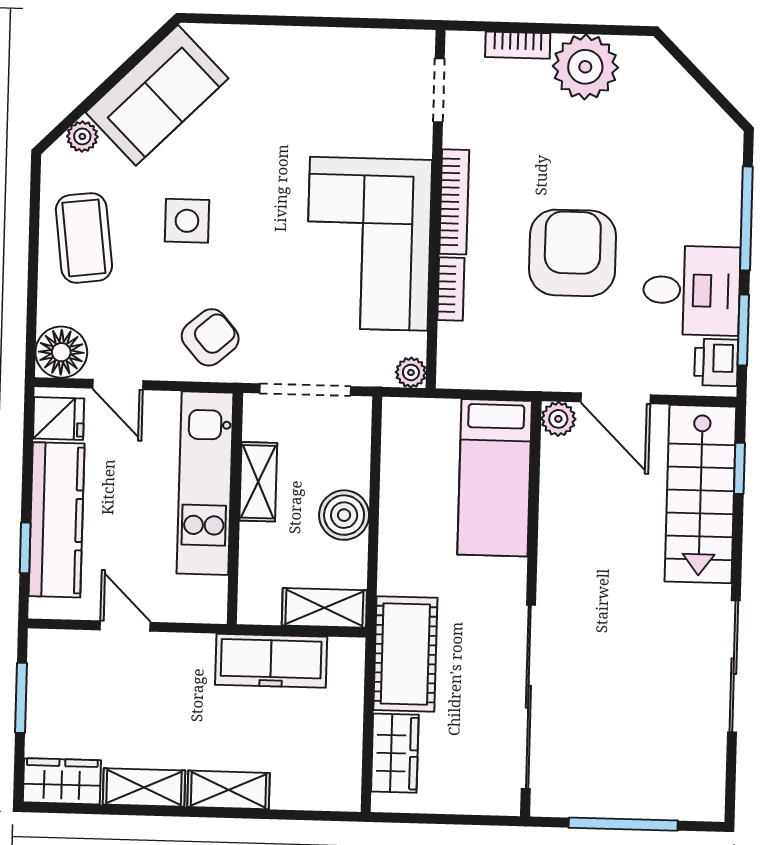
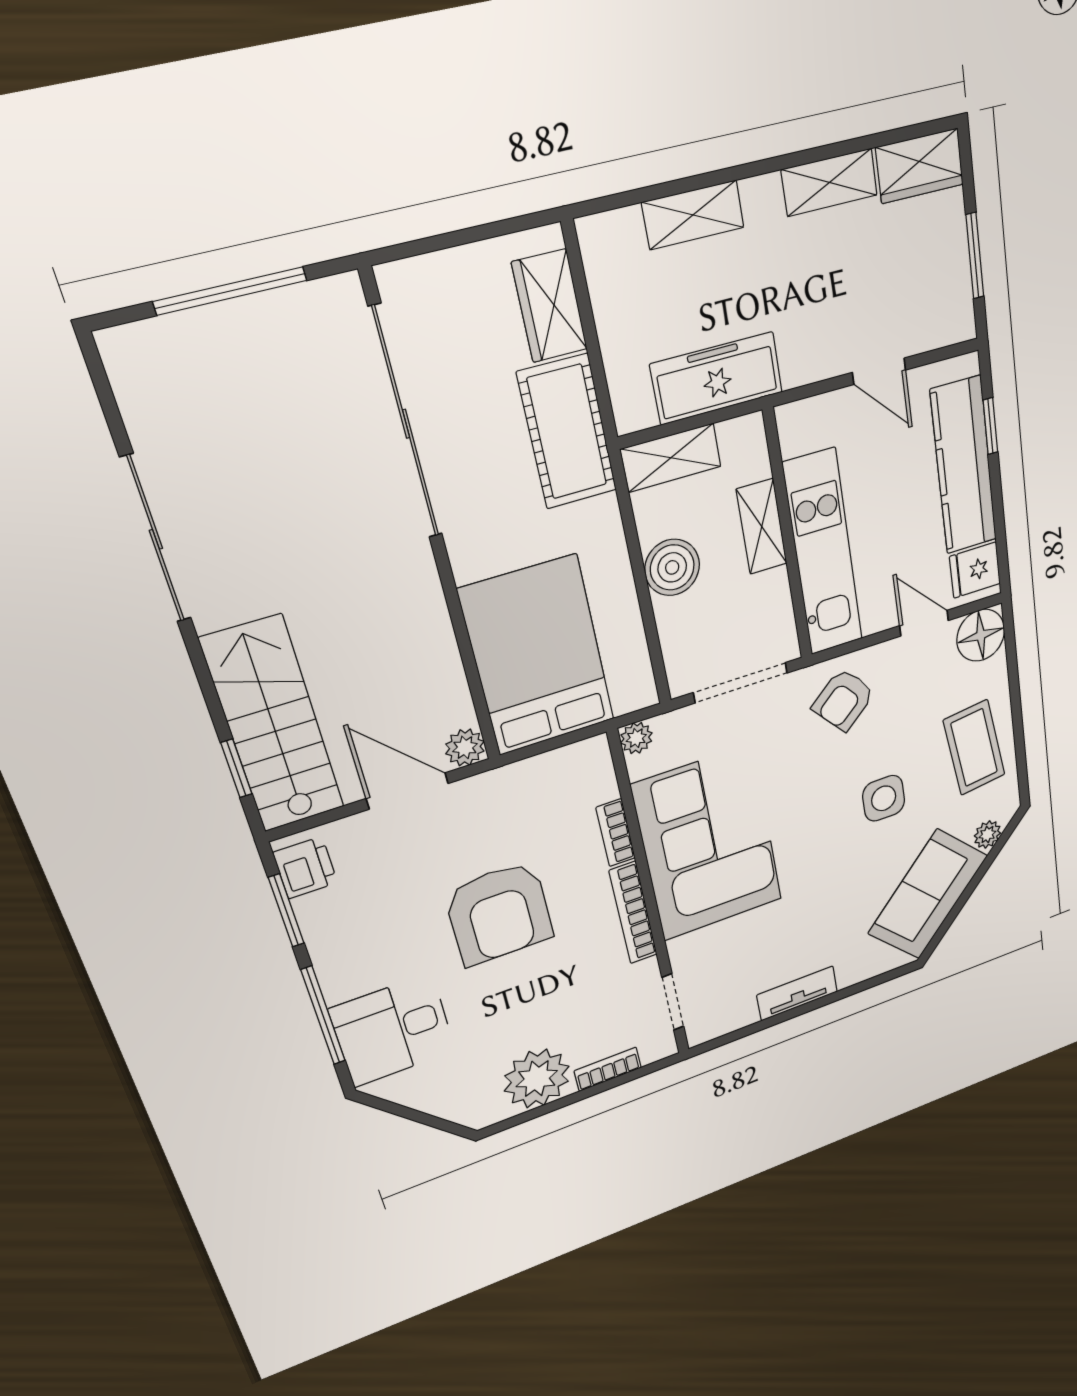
tv unit: (314, 43) -> (797, 993), added
desk: (691, 290) -> (393, 1030), moved
bed: (495, 478) -> (538, 656), width x1.50
shelving: (258, 482) -> (762, 527), moved
shelving: (229, 790) -> (693, 215), moved

